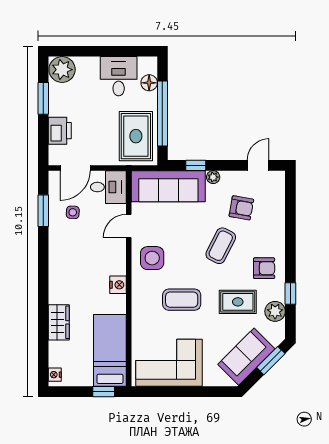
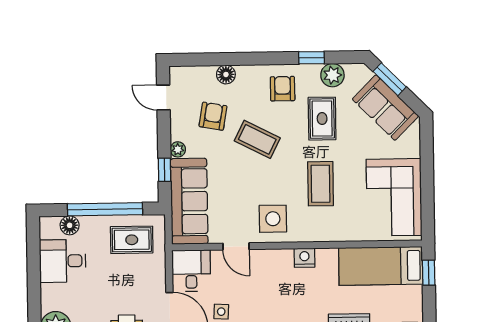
rug: (136, 136) -> (132, 240), width x0.73, depth x0.70
floor lamp: (277, 220) -> (226, 74), added

